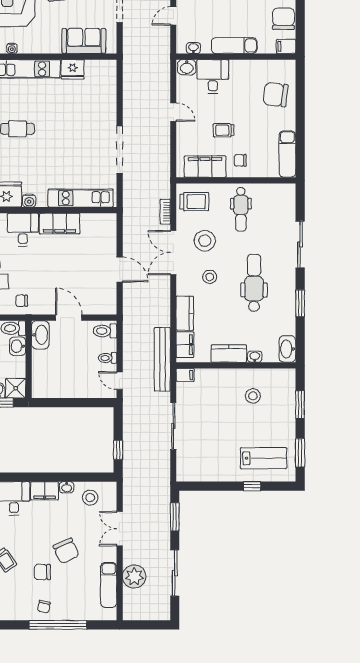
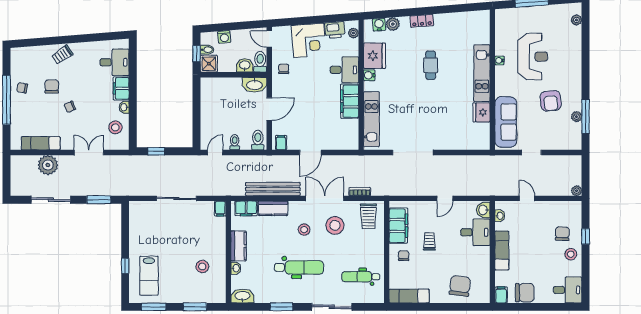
sofa: (84, 41) -> (506, 122), width x1.36
dental chair: (241, 209) -> (361, 277), moved
filing cabinet: (108, 304) -> (281, 143), added
bench: (162, 359) -> (273, 189), moved
chair: (66, 551) -> (70, 107), width x0.54, depth x0.54

